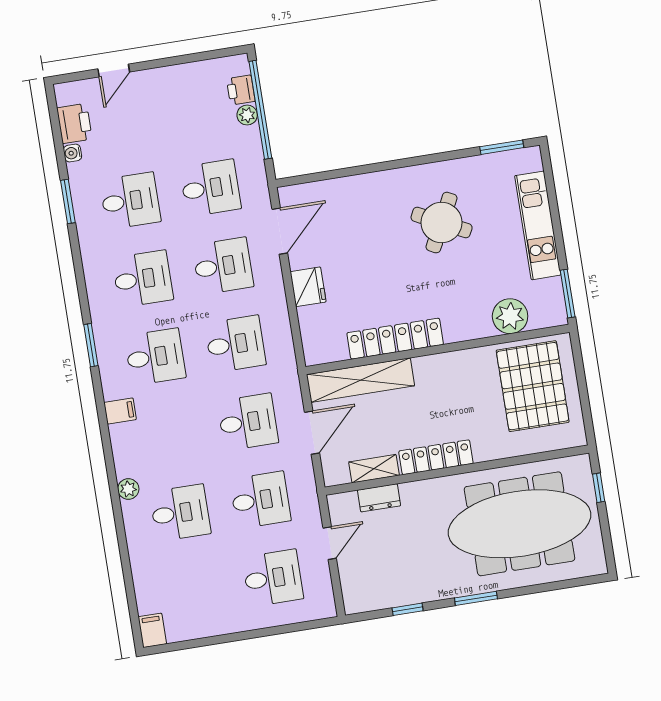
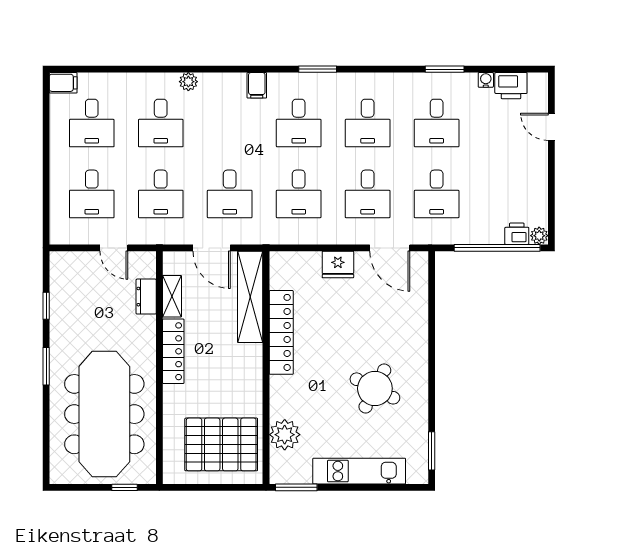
plant: (247, 115) -> (539, 236), moved
desk: (193, 591) -> (92, 123), added

